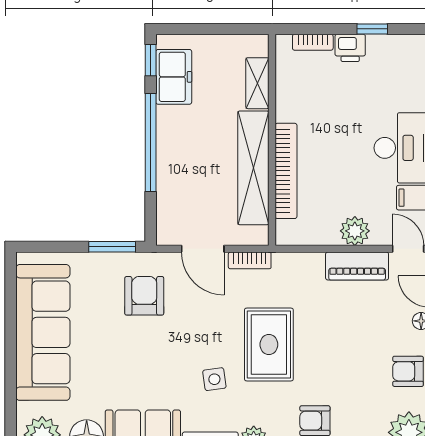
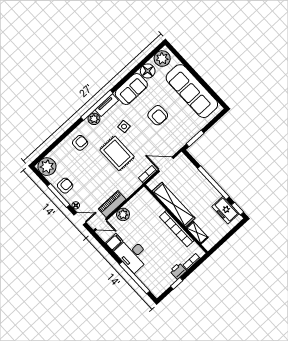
bookcase: (286, 171) -> (177, 229), moved
armchair: (144, 296) -> (158, 115), moved

